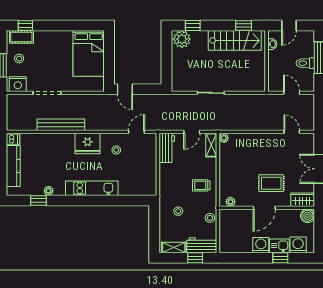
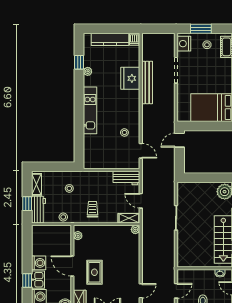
fridge: (88, 144) -> (130, 78), moved

